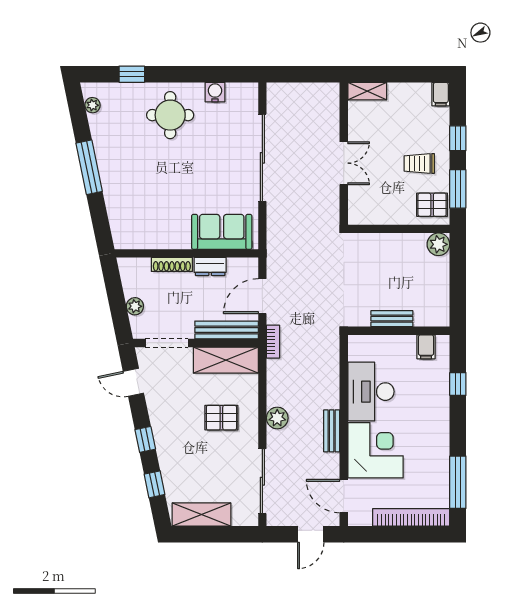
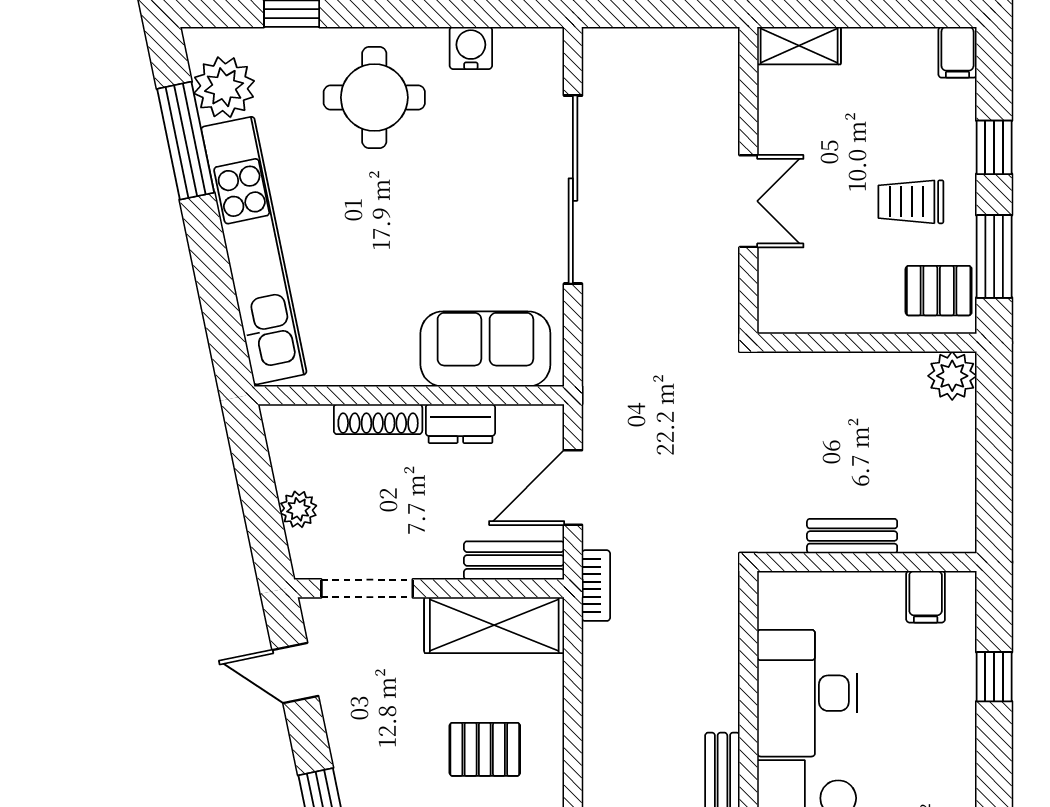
plant: (93, 105) -> (224, 87), width x1.87, depth x1.87
window: (89, 167) -> (186, 141), moved
kitchen unit: (114, 186) -> (254, 251), added
bench: (227, 330) -> (514, 560), width x0.73
plant: (277, 418) -> (605, 750), removed

